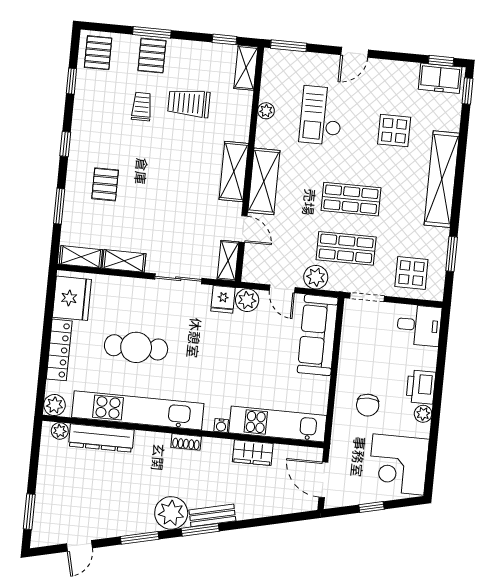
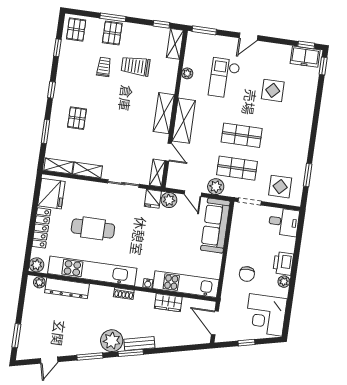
shelving: (442, 179) -> (303, 124), removed

